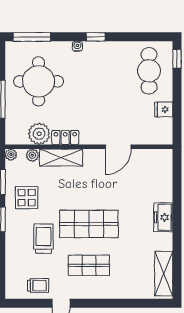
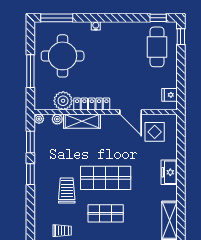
window: (96, 37) -> (158, 18), moved
fridge: (164, 109) -> (170, 95), moved
locker: (65, 137) -> (92, 104), width x1.53
door: (118, 147) -> (131, 112), hinge flipped
display table: (27, 198) -> (155, 132), moved

